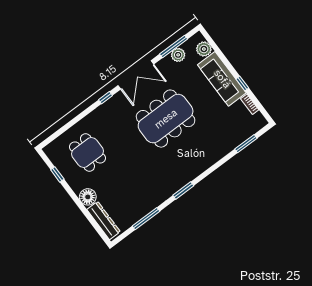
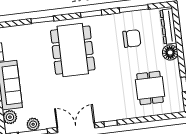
dining table: (166, 119) -> (73, 50), moved, turned 90
window: (246, 144) -> (42, 20), moved
chair: (132, 189) -> (132, 39), added

